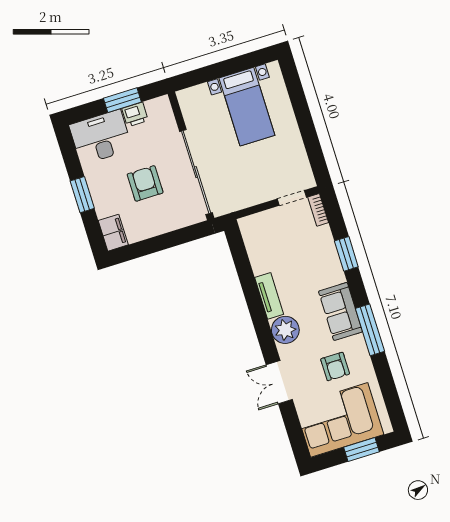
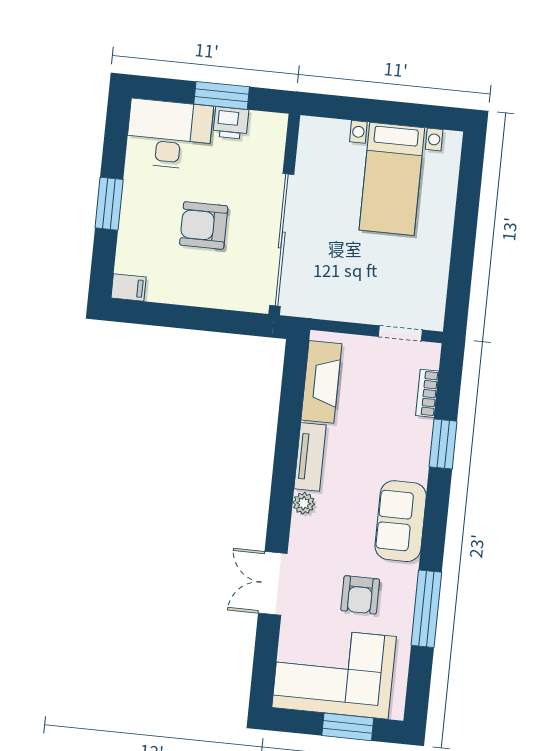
armchair: (145, 183) -> (204, 225), turned -90
bookcase: (318, 210) -> (427, 393), moved
filing cabinet: (113, 233) -> (129, 288), width x0.50
fireplace: (257, 248) -> (321, 382), added
plant: (285, 330) -> (304, 503), width x0.53, depth x0.53
window: (370, 330) -> (426, 609), moved

